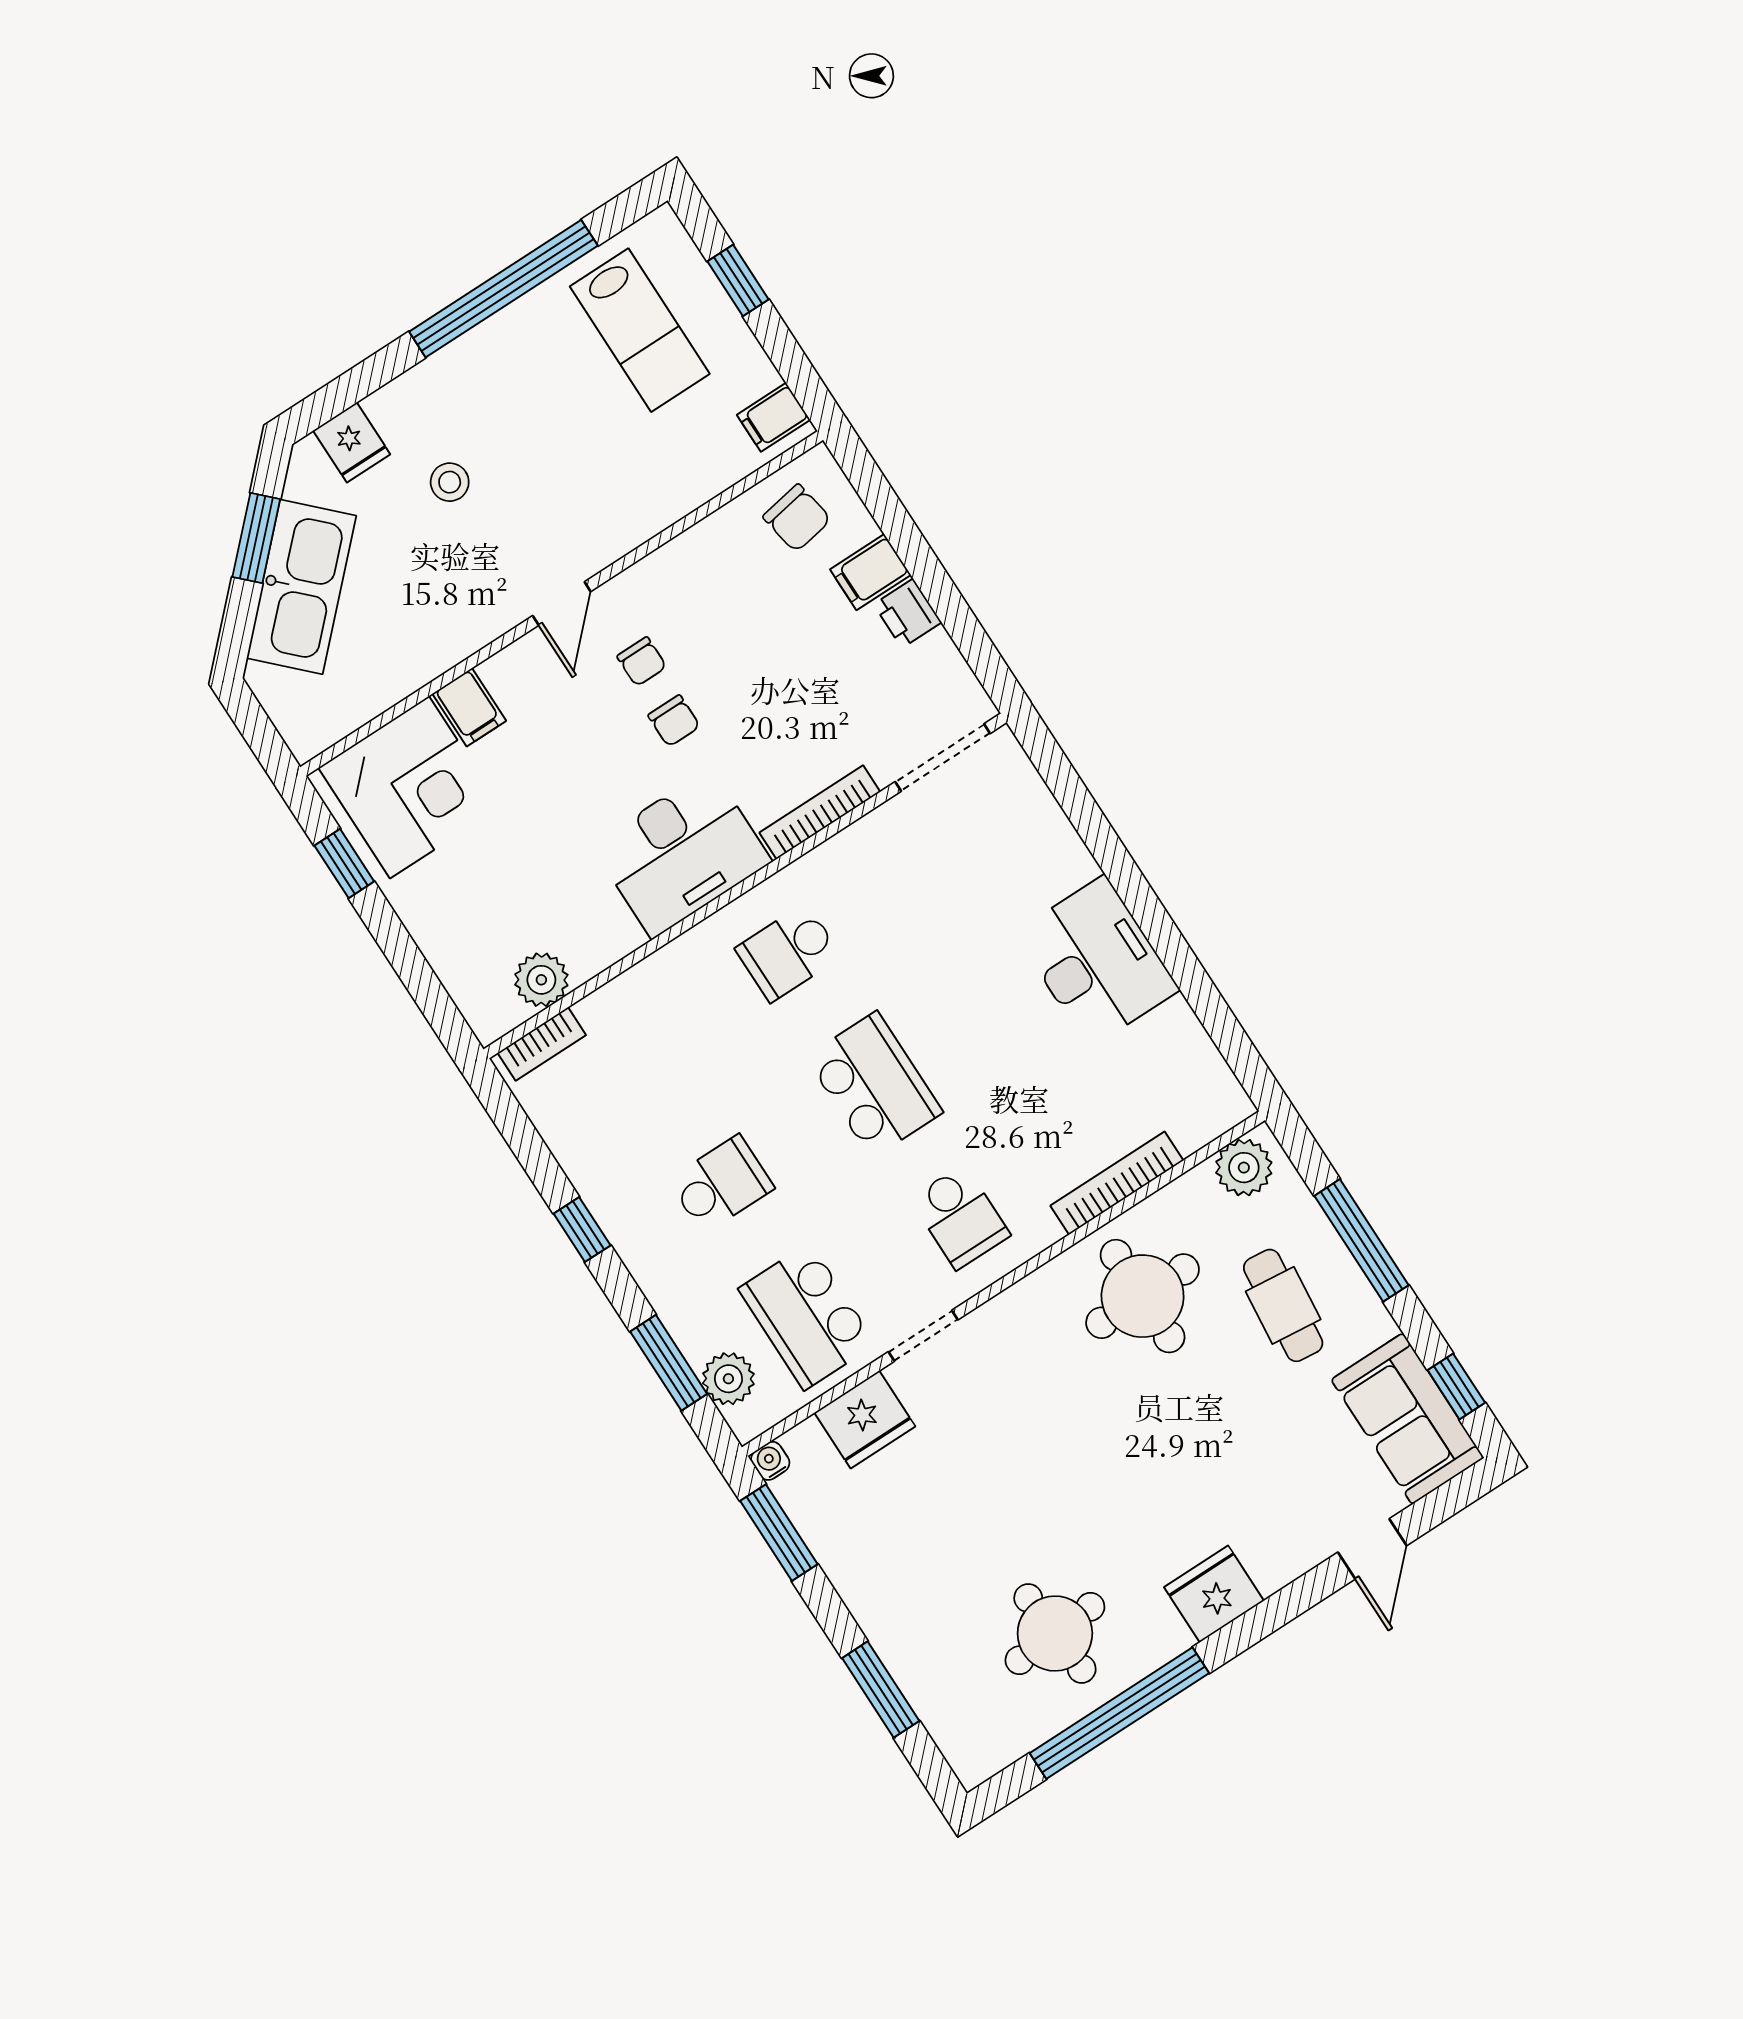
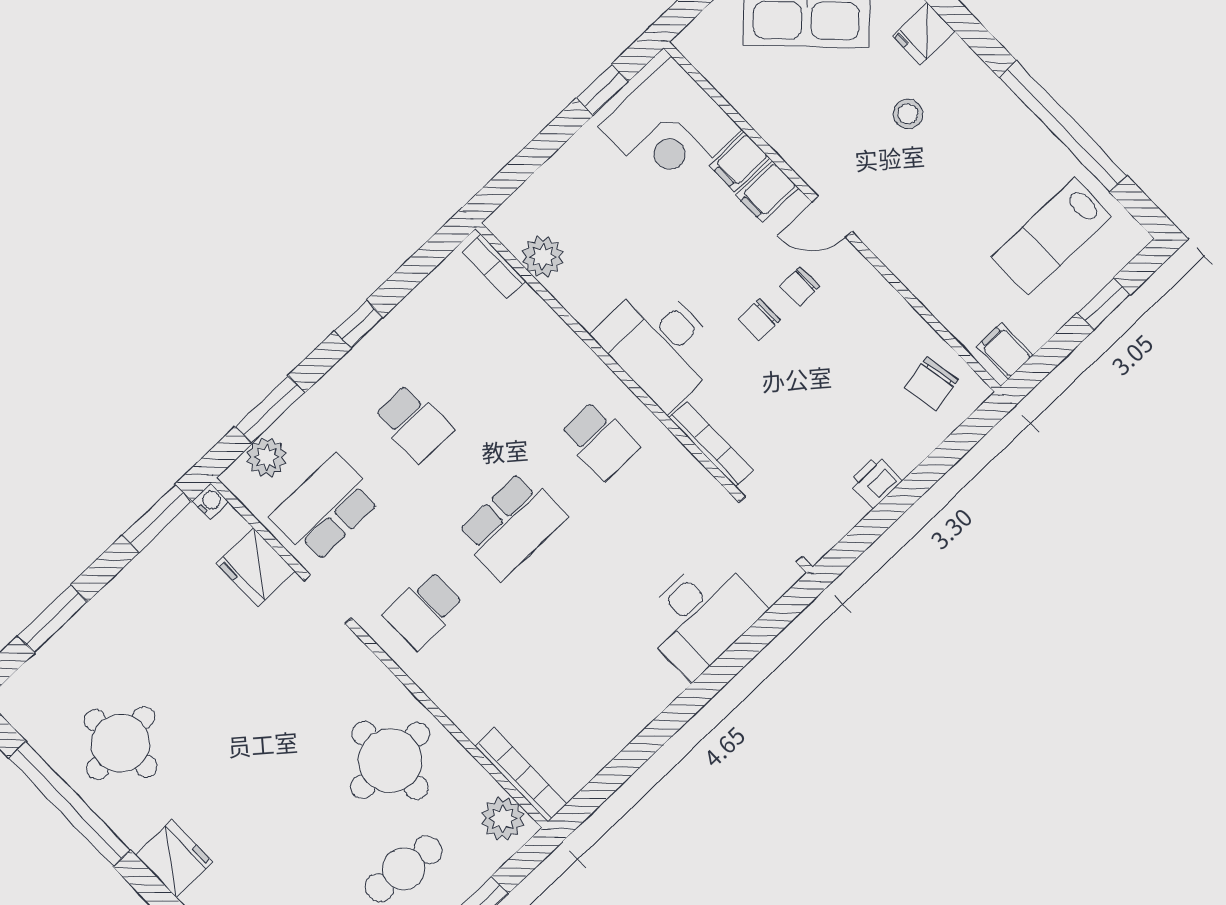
filing cabinet: (870, 572) -> (767, 191), moved, turned -90
school desk: (788, 952) -> (600, 441), turned 180
desk: (1097, 961) -> (701, 616), moved
bookcase: (1117, 1183) -> (521, 775), moved

